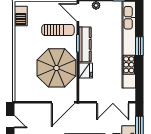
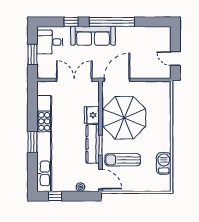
barbecue: (21, 16) -> (164, 163), moved
double door: (113, 102) -> (74, 80), moved

